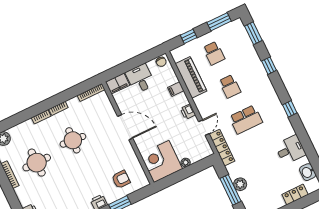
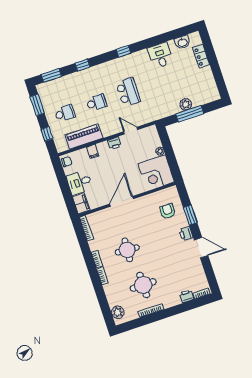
locker: (222, 148) -> (151, 117), removed

